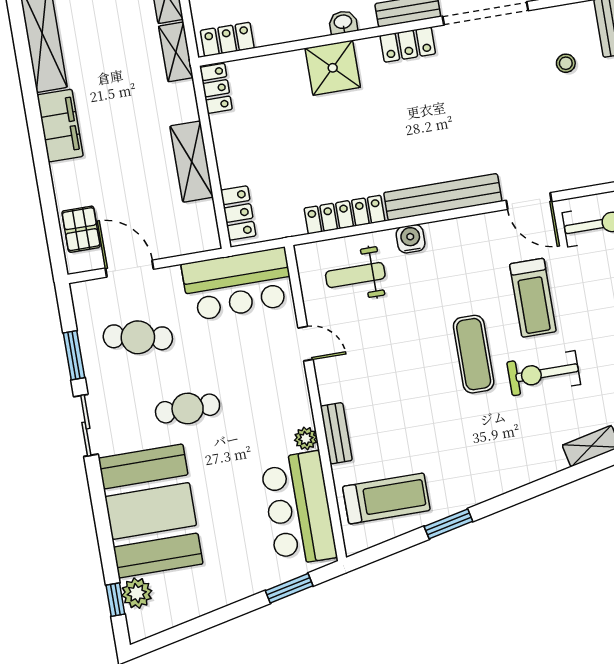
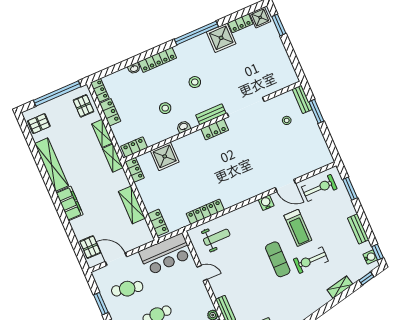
shower: (333, 68) -> (165, 156), moved
bench: (443, 197) -> (247, 193), removed
water cooler: (411, 239) -> (266, 203), moved
weight bench: (355, 275) -> (217, 237), turned 180

